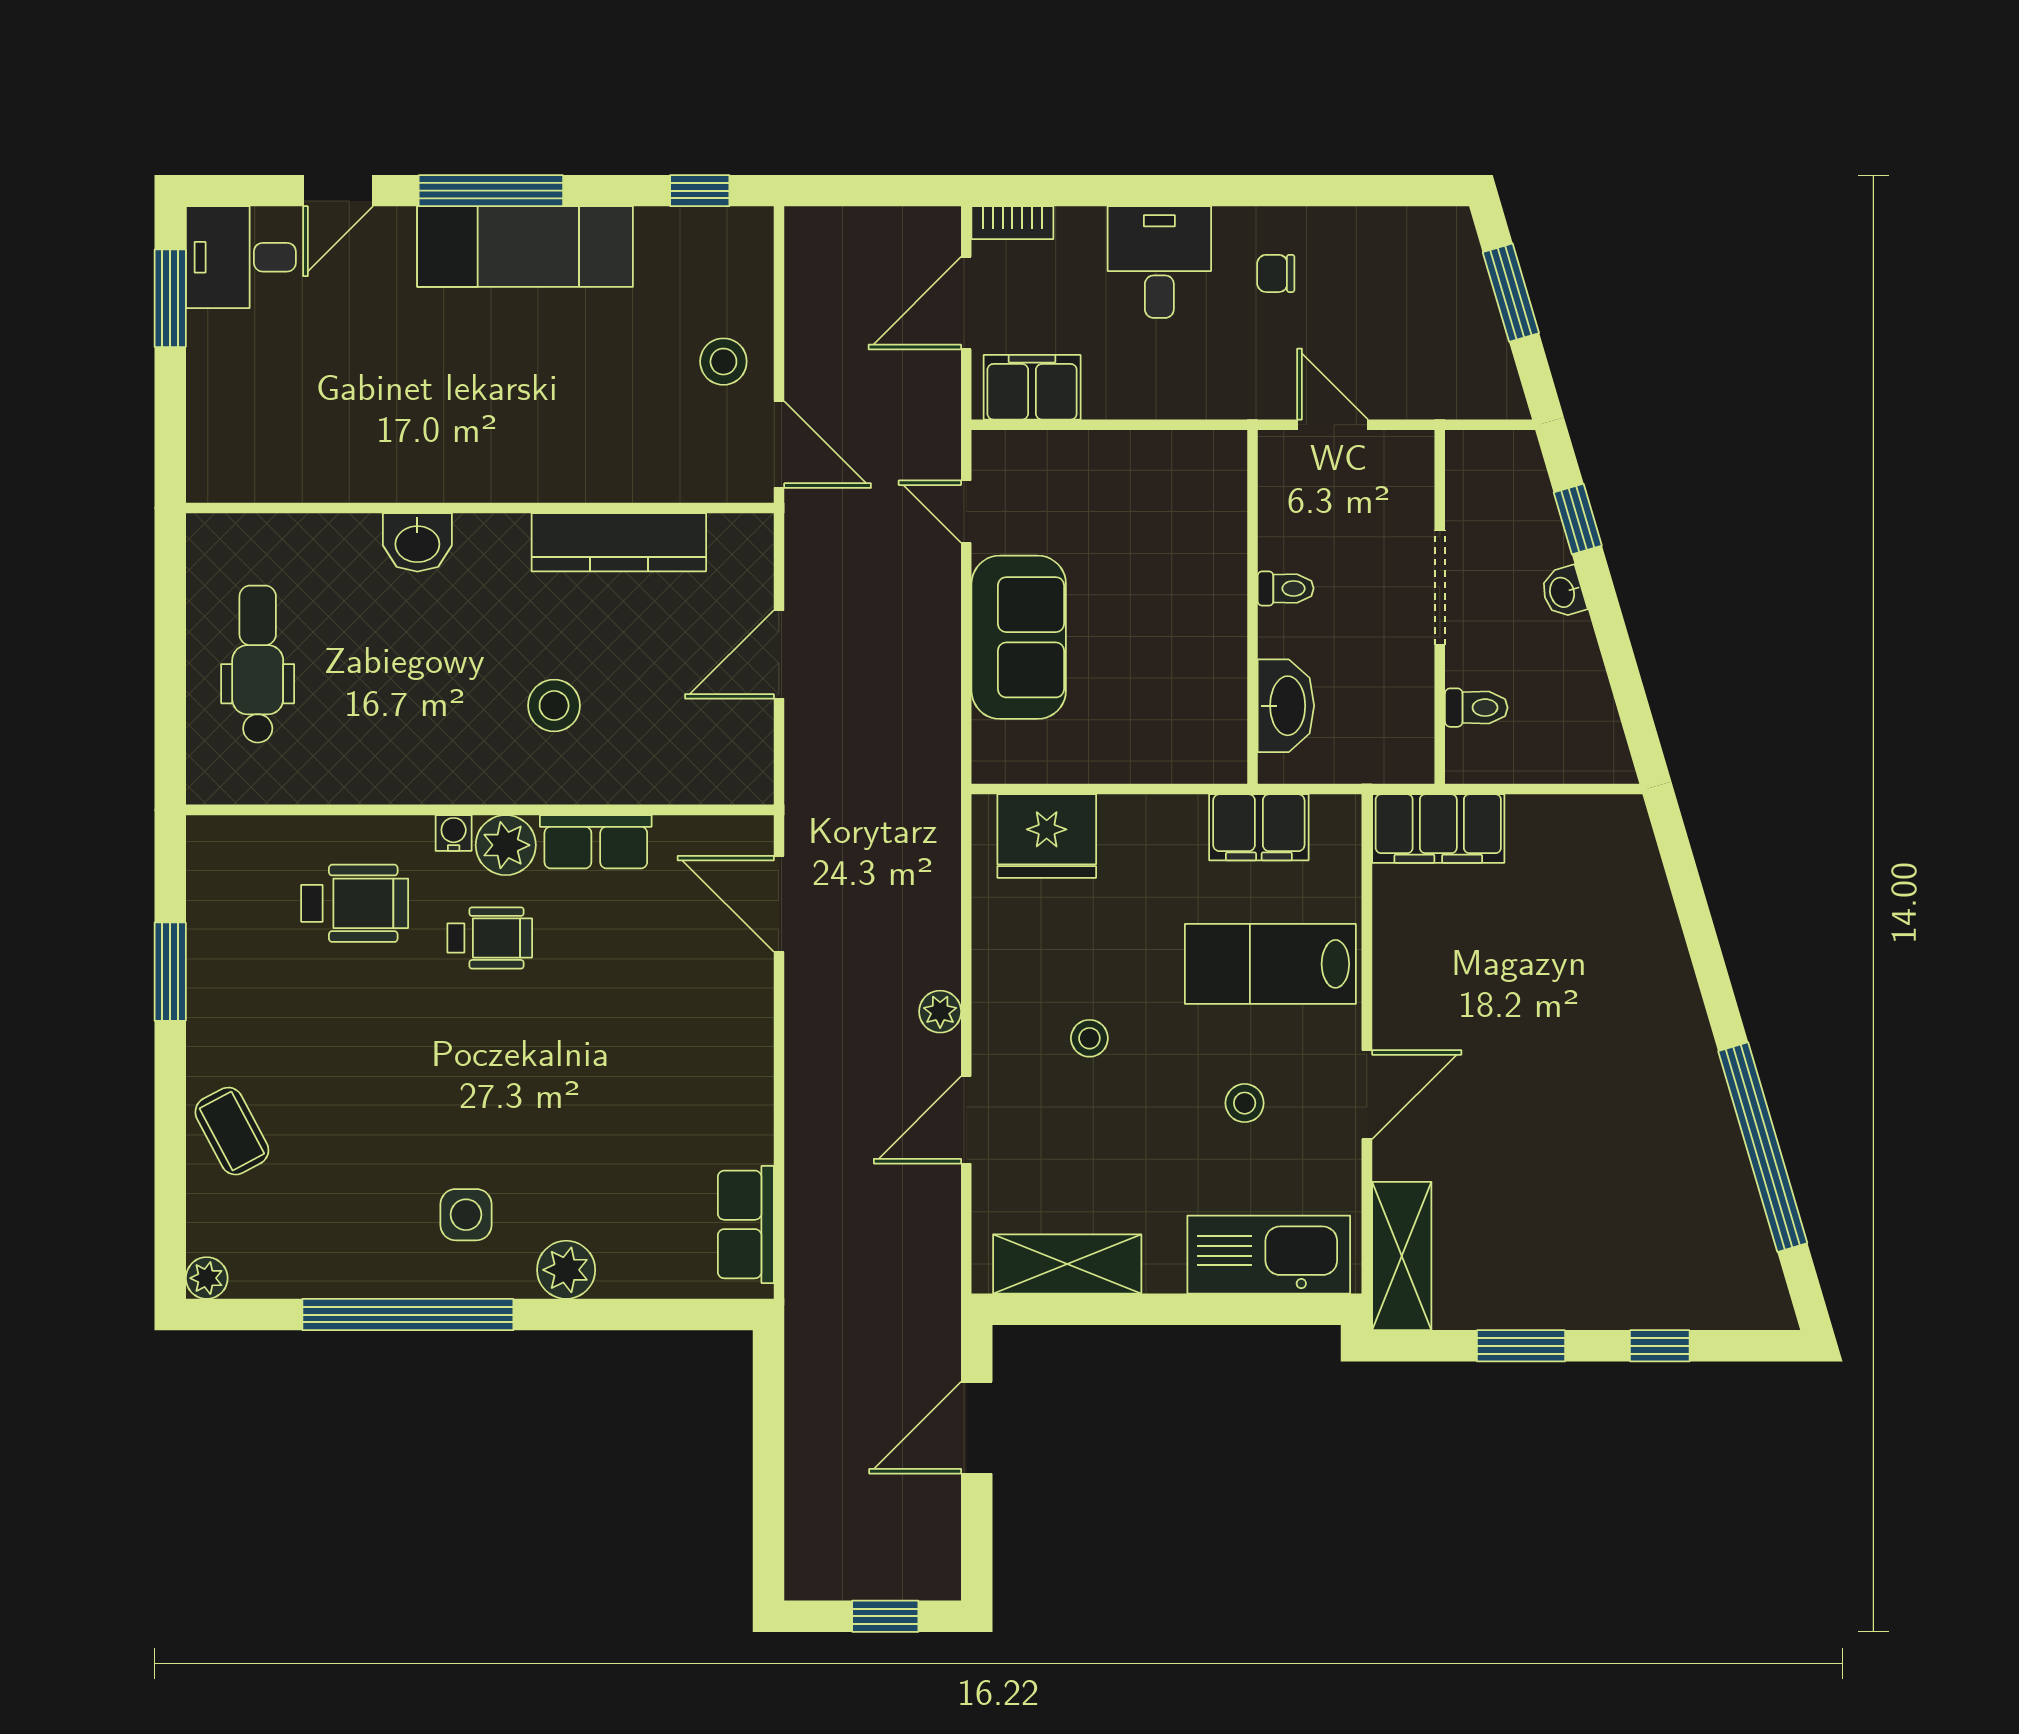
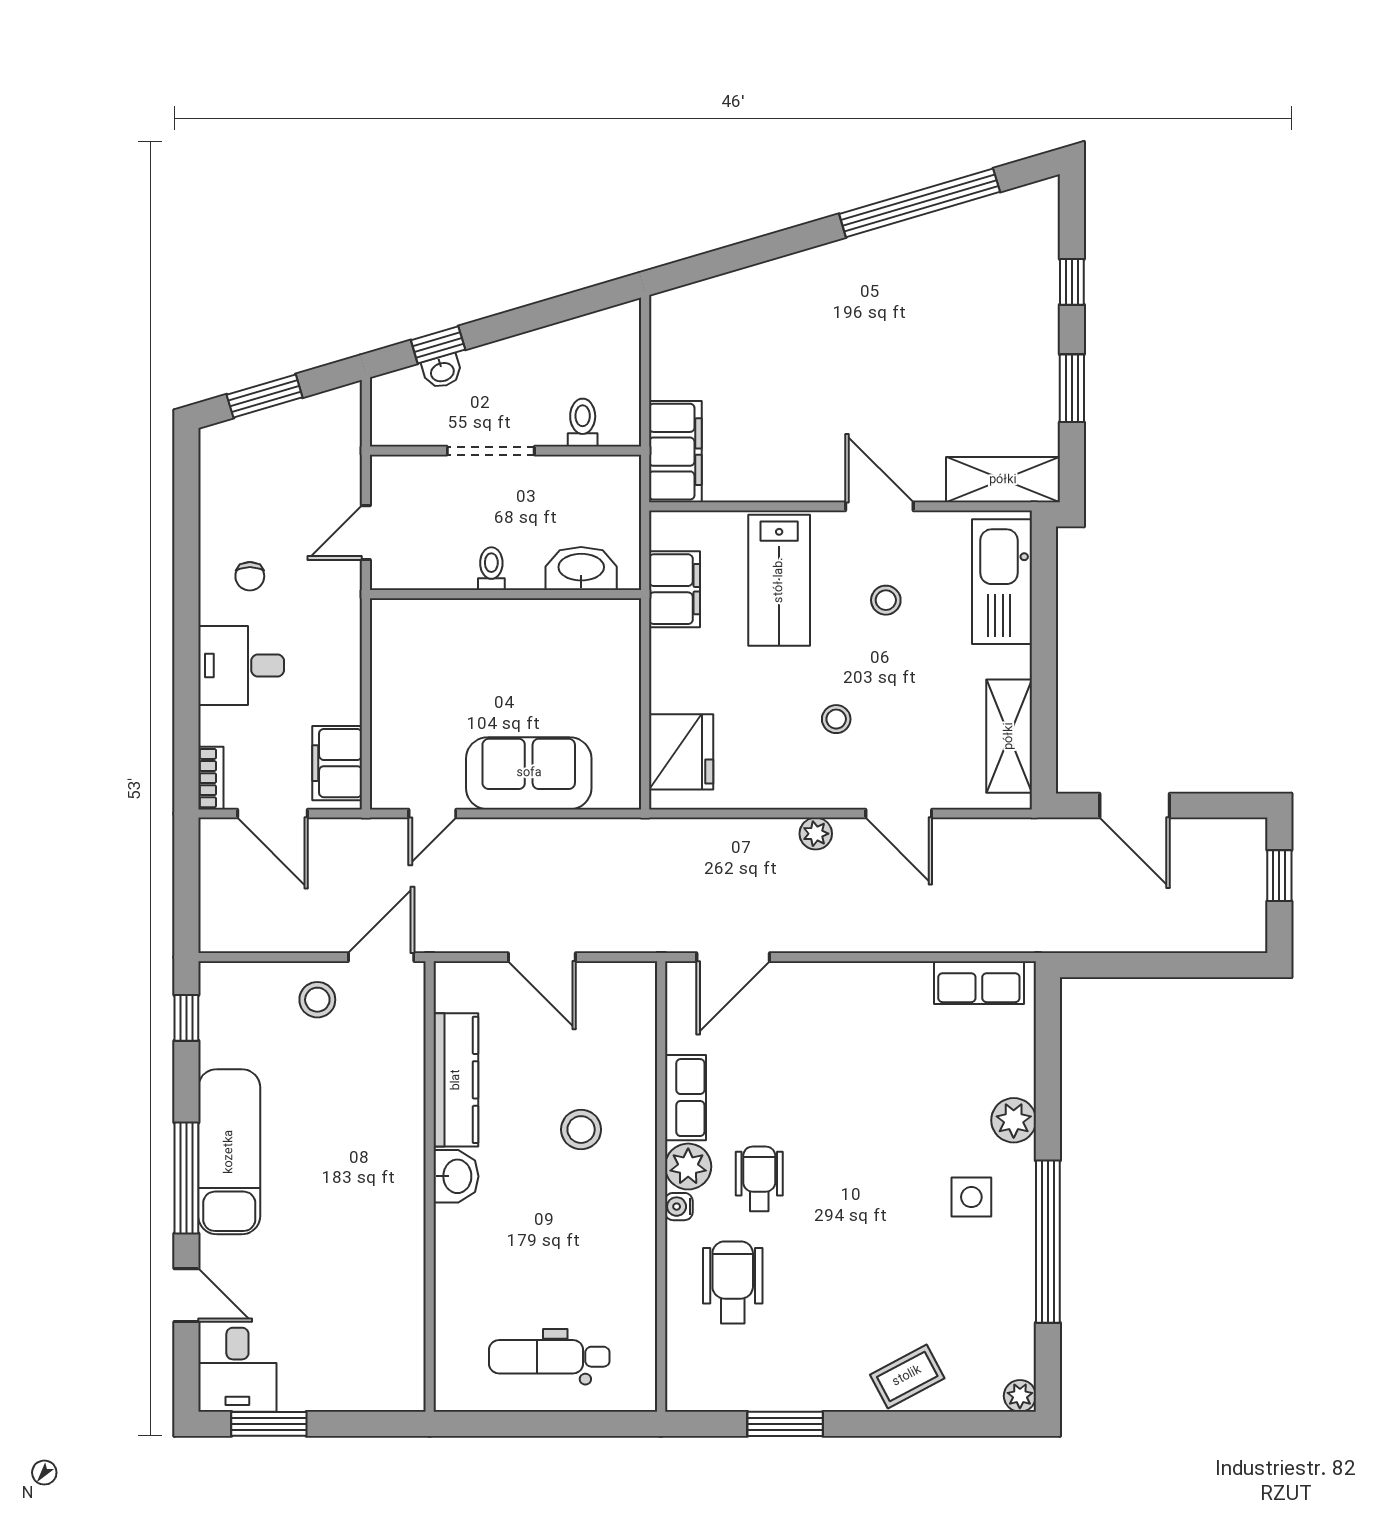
washbasin: (417, 542) -> (456, 1176), moved
washbasin: (1563, 592) -> (442, 371), moved

